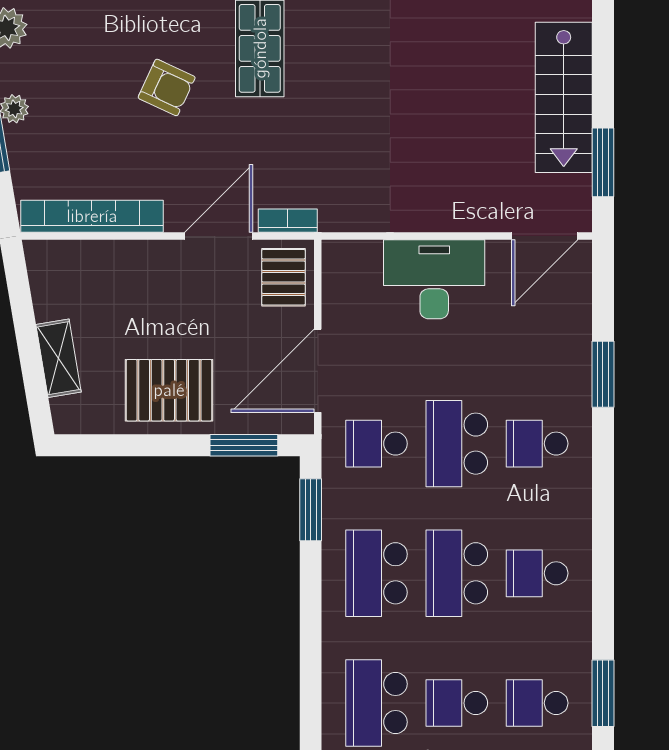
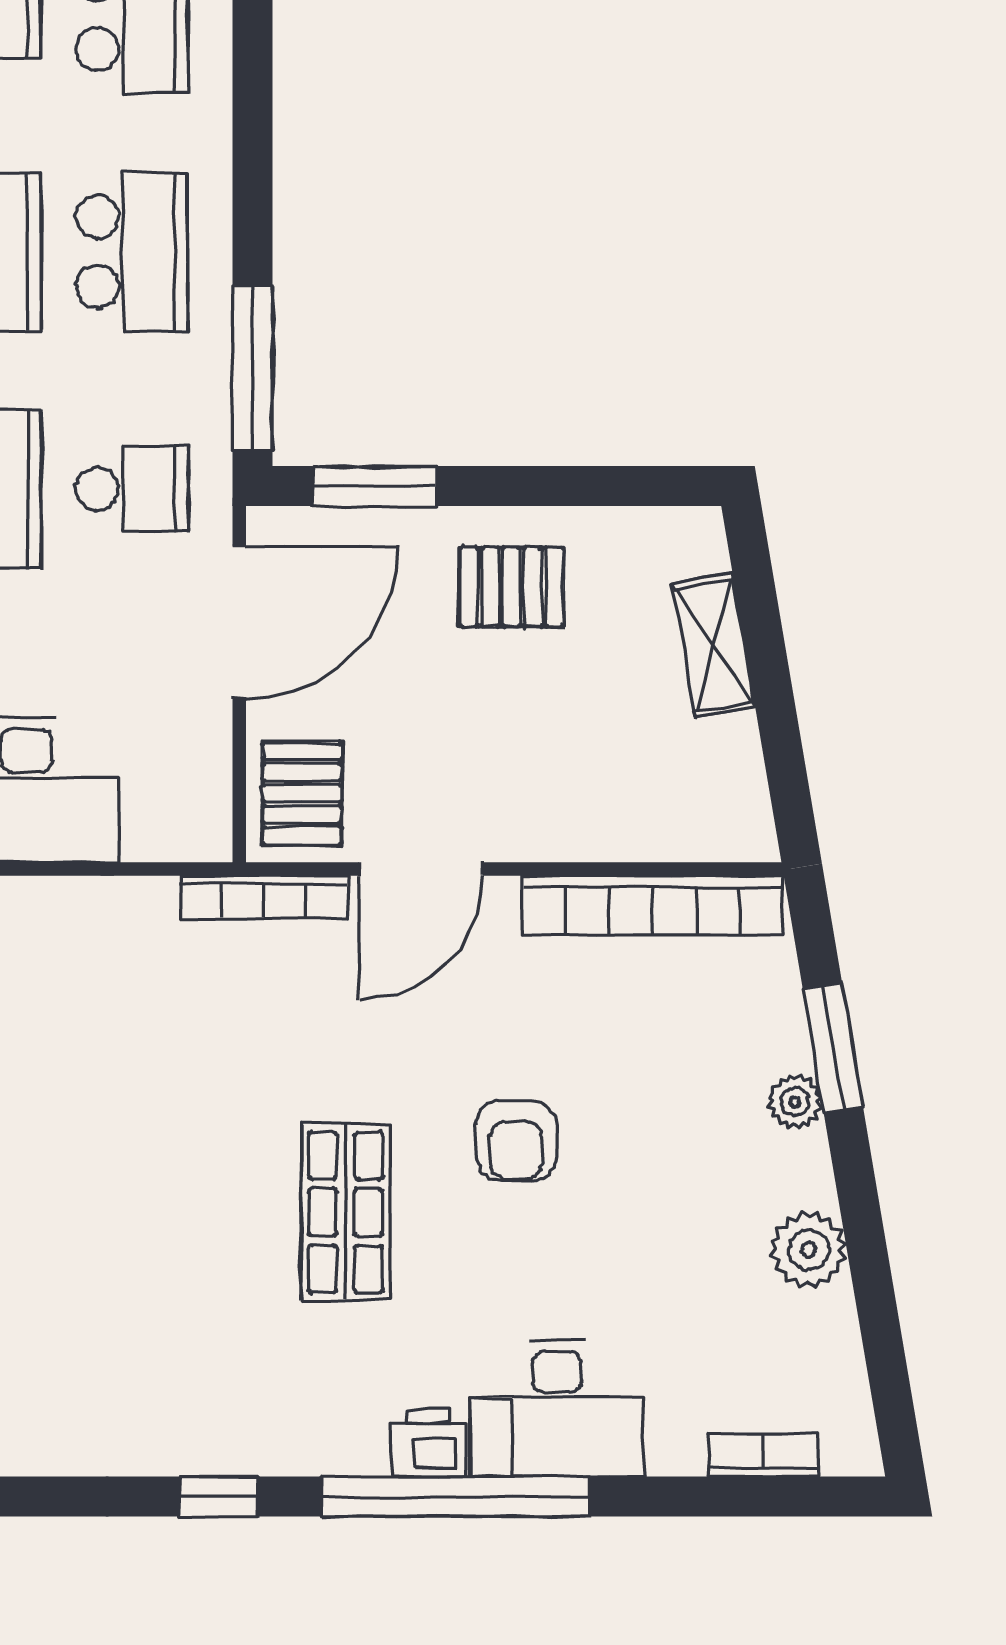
armchair: (167, 87) -> (516, 1141), turned -115
bookcase: (288, 221) -> (264, 897), width x1.56
pallet: (169, 390) -> (512, 587), width x0.67, depth x0.71
window: (311, 510) -> (252, 368), width x1.44

